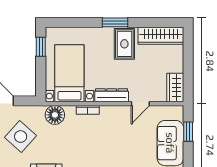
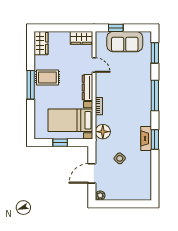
window: (115, 22) -> (31, 85), width x1.44
wardrobe: (161, 36) -> (41, 43), width x0.67
window: (41, 47) -> (60, 143), moved
side table: (21, 137) -> (120, 158), width x0.54, depth x0.54

